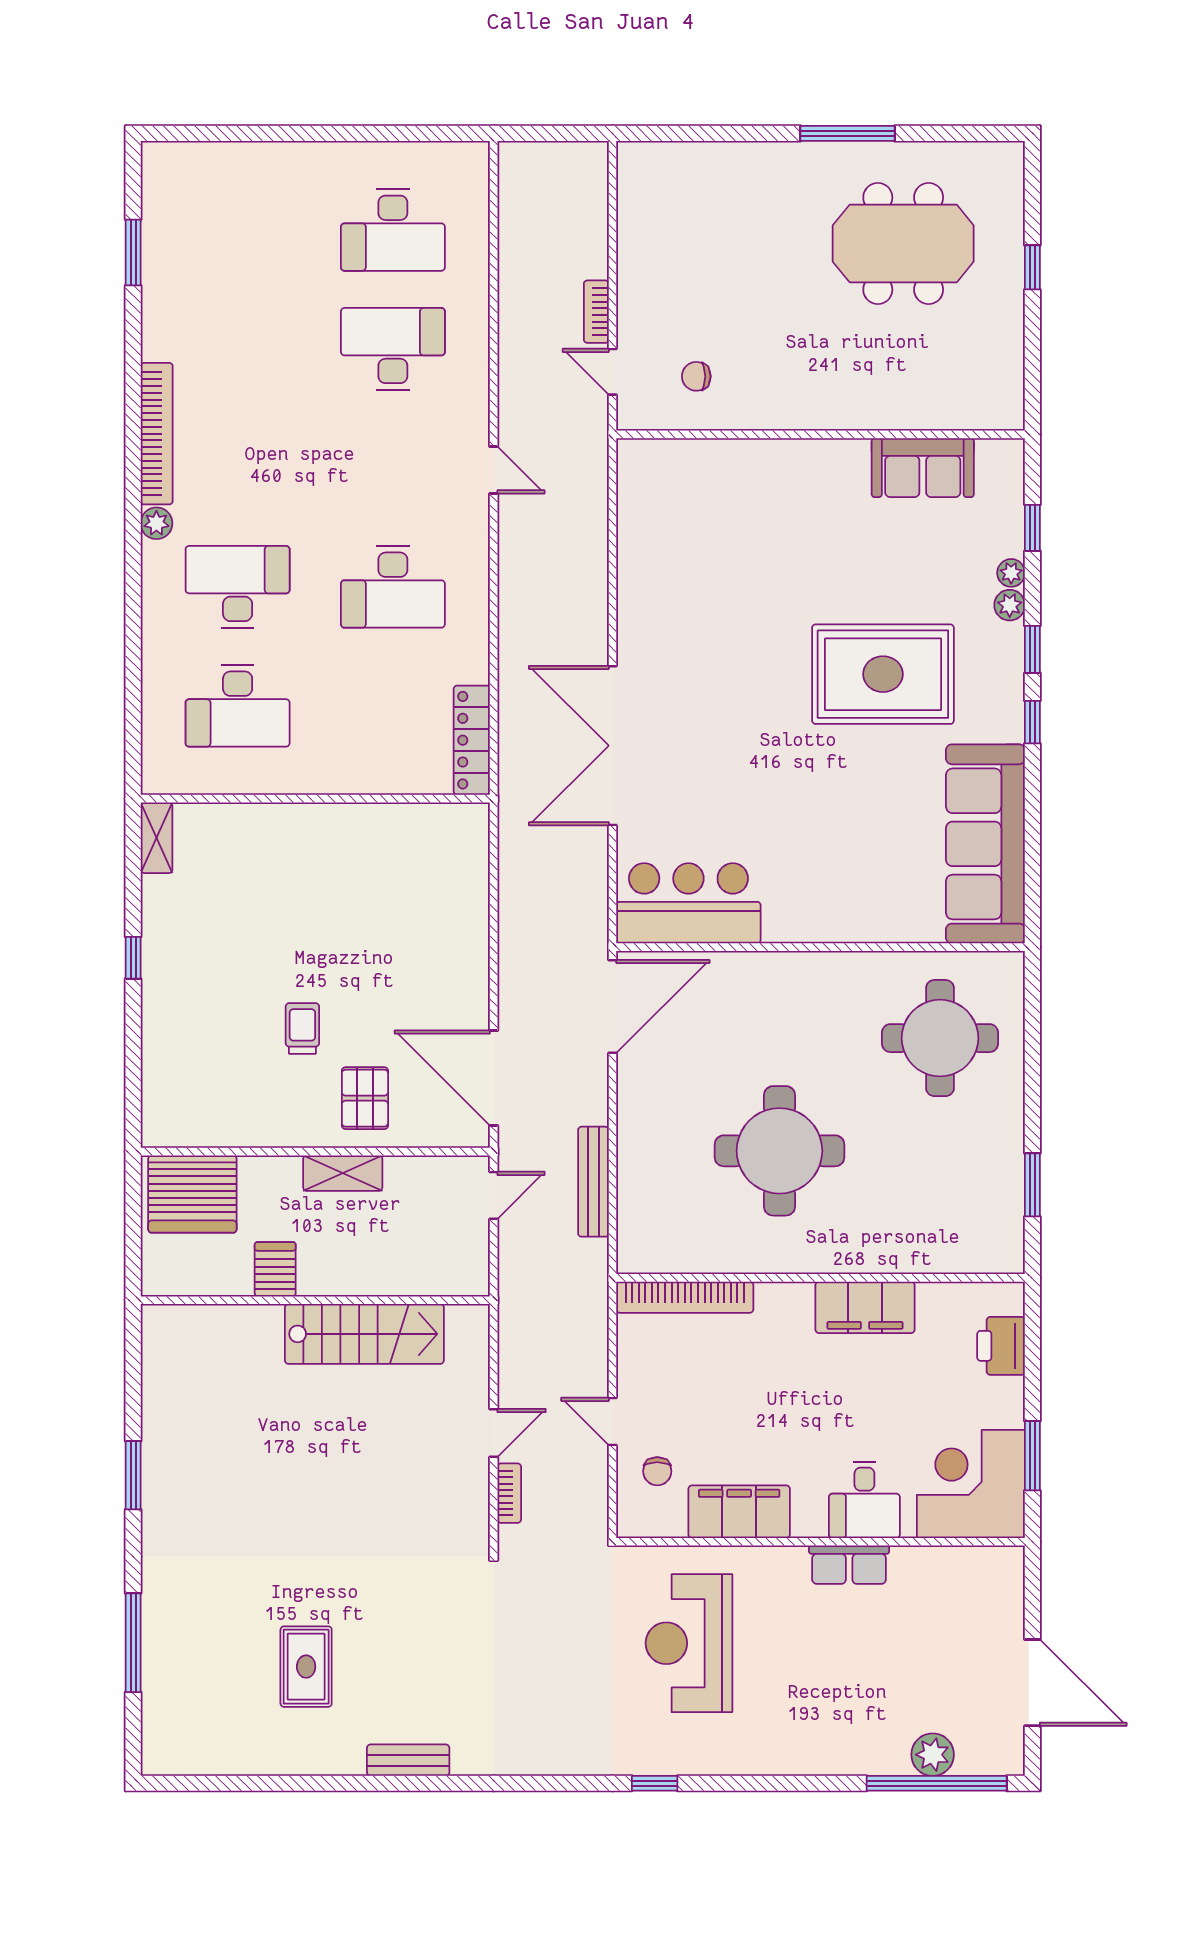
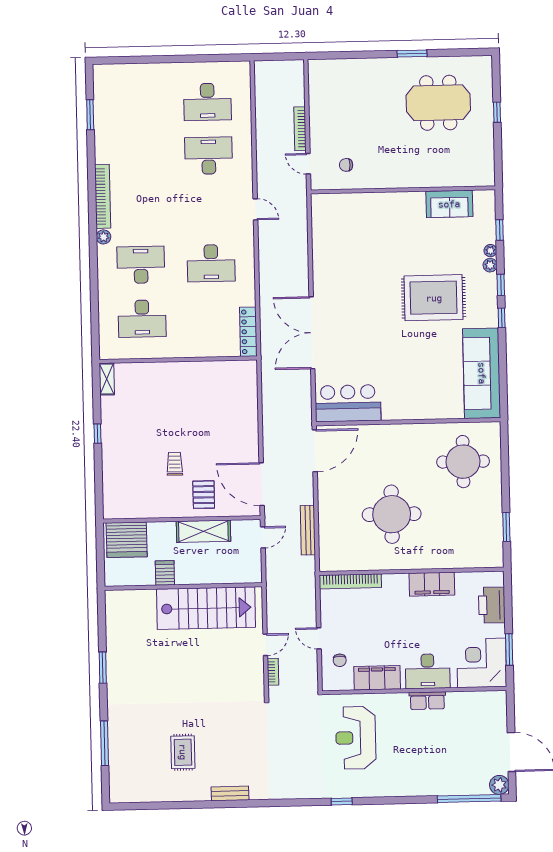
window: (848, 133) -> (412, 54), width x0.69
bookcase: (596, 312) -> (300, 129), width x1.56
shelving: (343, 1173) -> (203, 531), width x1.50, depth x1.33
stairs: (364, 1334) -> (206, 608), width x1.36, depth x1.51
printer: (1001, 1346) -> (492, 605), width x1.37, depth x1.19
desk: (864, 1500) -> (428, 671), width x1.37
plant: (933, 1755) -> (499, 785), moved

